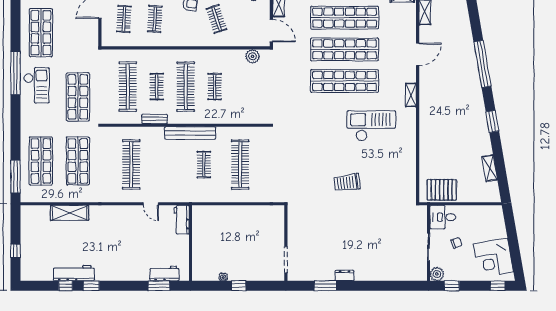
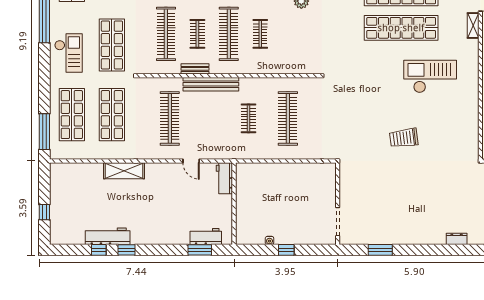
checkout: (36, 85) -> (68, 53), moved
shelving: (411, 95) -> (473, 25), moved
bench: (190, 133) -> (211, 84), moved
shelving: (70, 213) -> (124, 171), moved
dresser: (345, 276) -> (457, 239), moved

